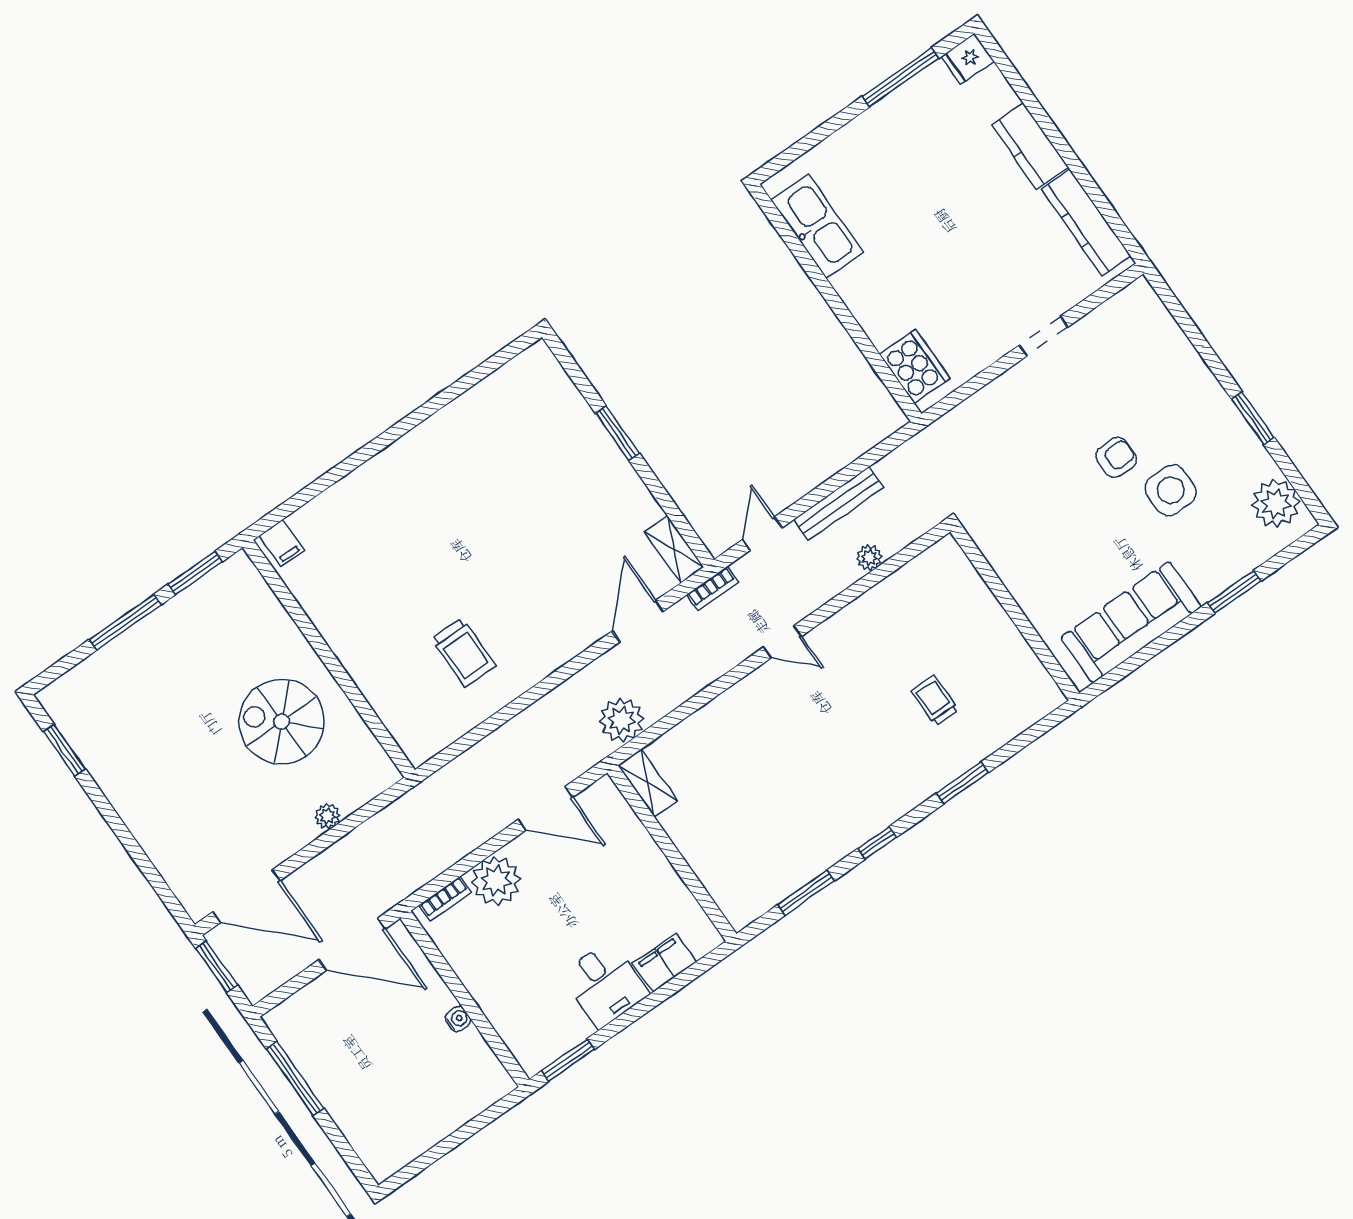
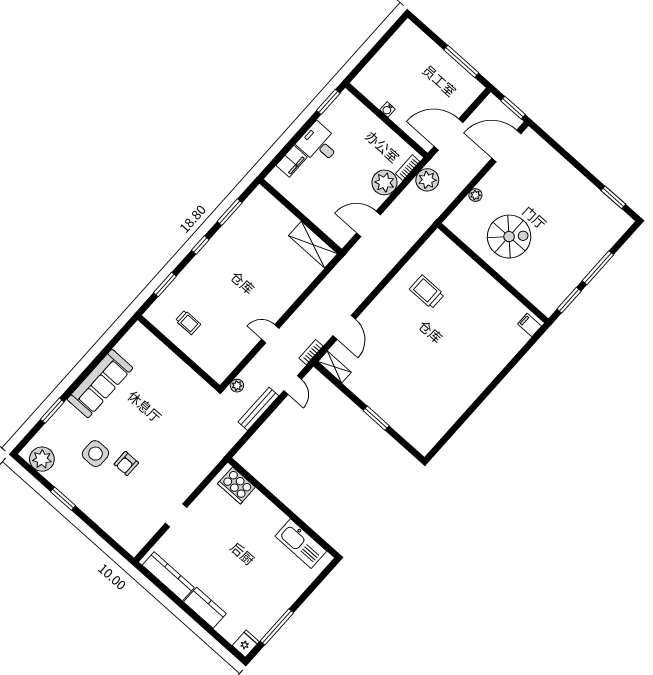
wall: (1015, 612) -> (179, 353), moved
plant: (622, 720) -> (427, 180), moved
shelving: (648, 783) -> (313, 245), width x1.50, depth x1.33

